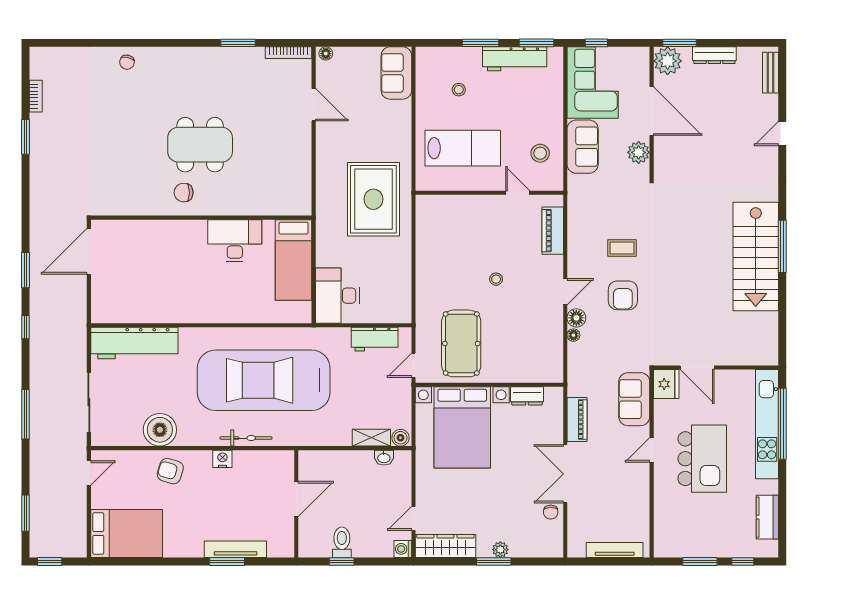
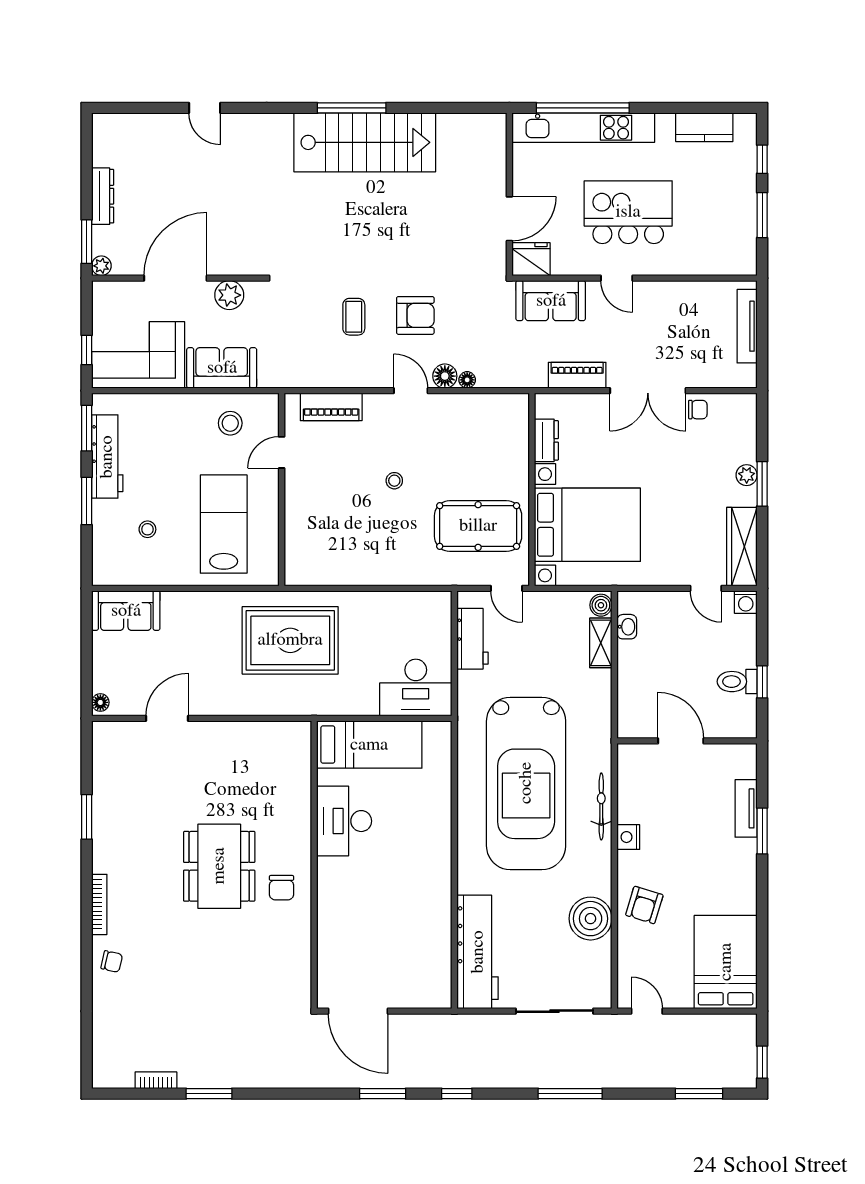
bookcase: (289, 53) -> (99, 904), moved
plant: (668, 61) -> (101, 266), width x0.53, depth x0.53
bench: (771, 73) -> (125, 123), removed
tv unit: (235, 549) -> (746, 808), width x0.71

